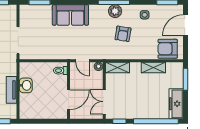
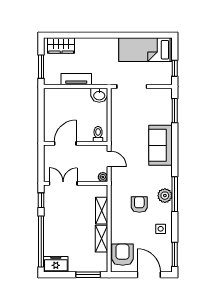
armchair: (123, 34) -> (139, 204), turned 81
door: (83, 61) -> (109, 159), swing flipped
shelving: (118, 67) -> (102, 211), moved
washbasin: (26, 85) -> (99, 95), moved
door: (69, 100) -> (65, 143), swing flipped
freezer: (176, 104) -> (56, 264), width x0.71

